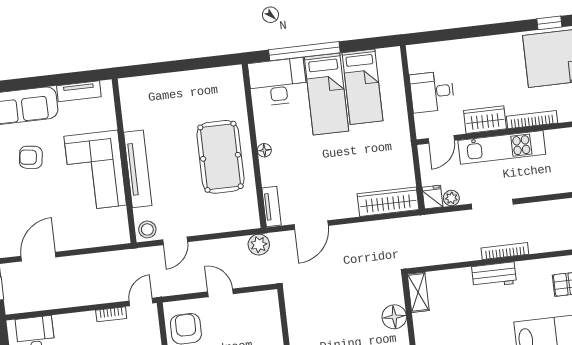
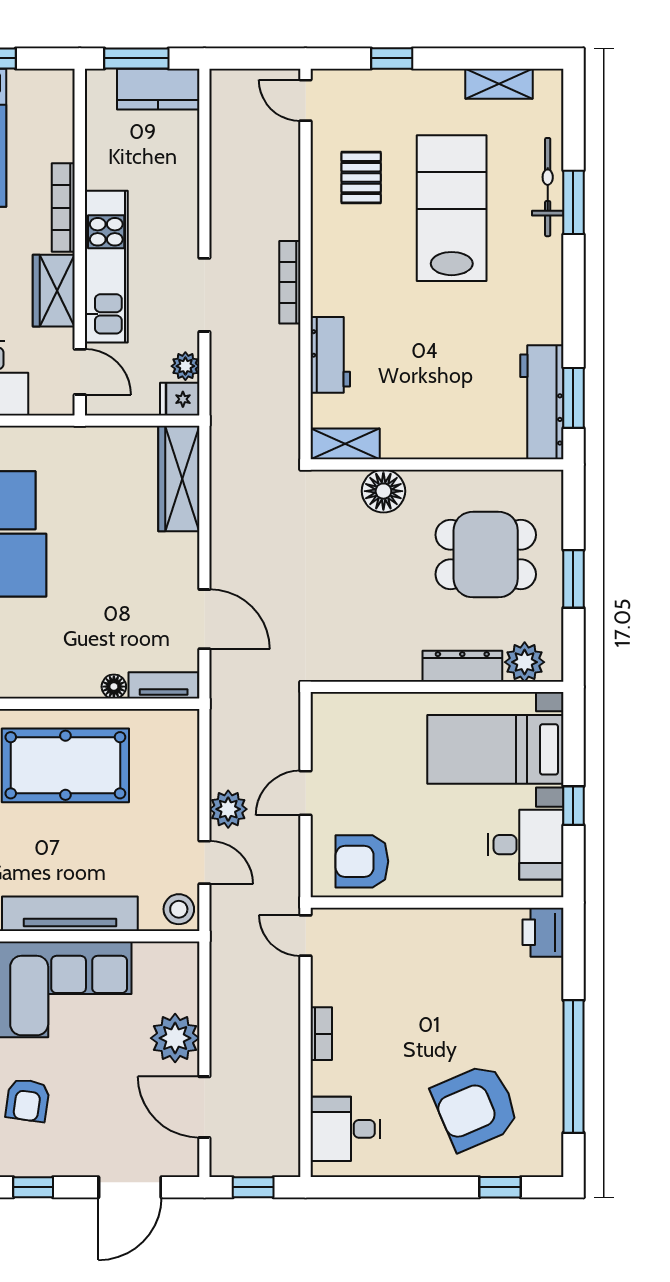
floor lamp: (264, 150) -> (114, 687), moved
plant: (75, 236) -> (175, 1038), added
plant: (259, 245) -> (228, 809), moved
workbench: (494, 275) -> (330, 355), moved
bookcase: (111, 314) -> (321, 1034), moved

